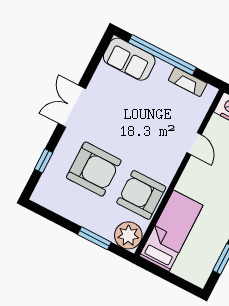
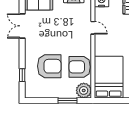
double door: (72, 106) -> (22, 26), moved
bed: (171, 231) -> (109, 77), width x1.50

